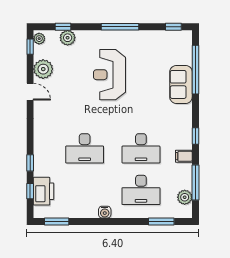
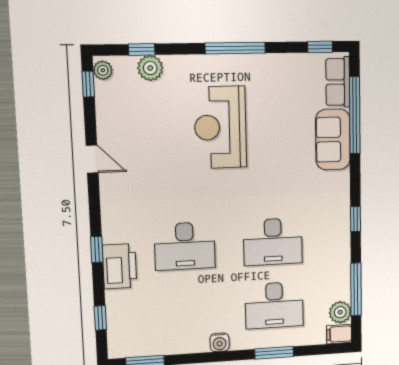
row of seats: (185, 48) -> (338, 82), added
plant: (43, 69) -> (112, 121), removed
filing cabinet: (184, 156) -> (339, 334), moved
window: (30, 163) -> (97, 250), moved
printer: (44, 191) -> (120, 266), moved
window: (161, 222) -> (274, 353), moved

